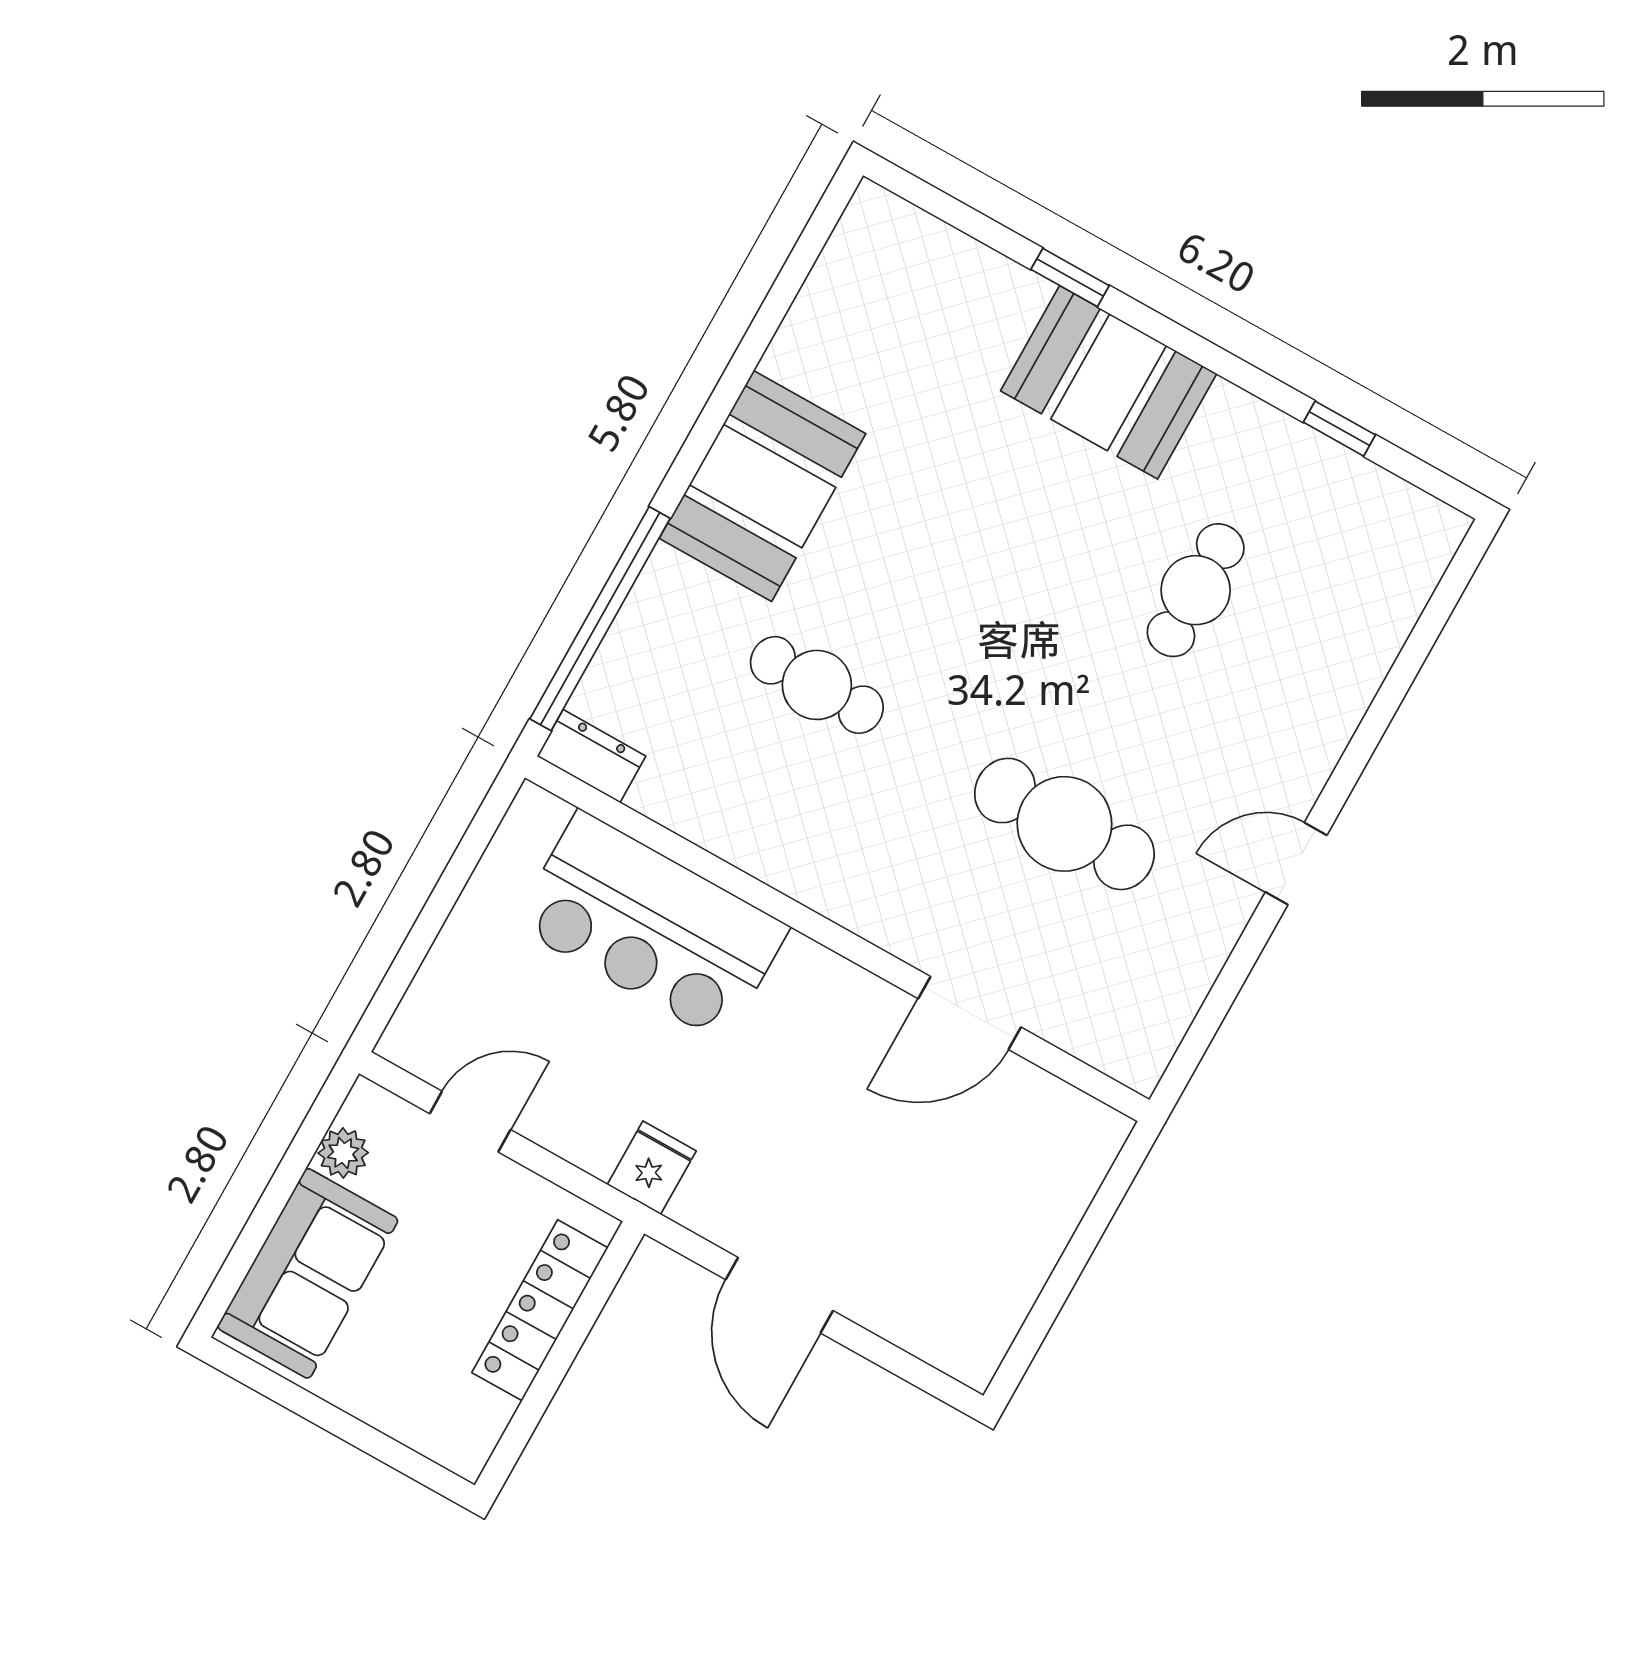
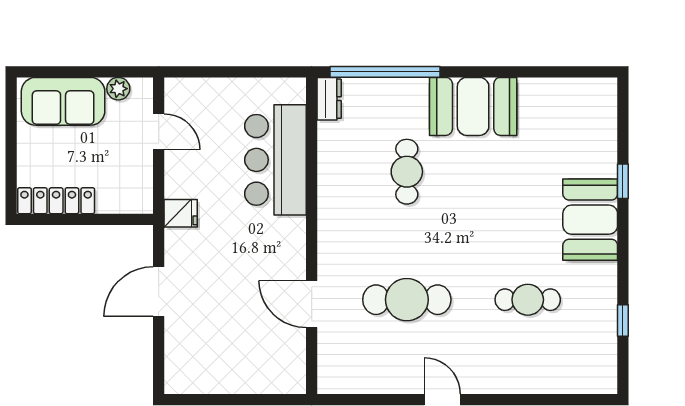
cafe table: (1064, 824) -> (407, 300), turned 90
locker: (540, 1310) -> (56, 201), moved

